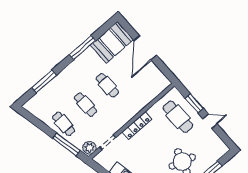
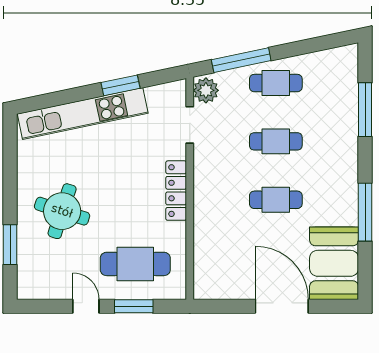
door: (210, 121) -> (86, 306), swing flipped

